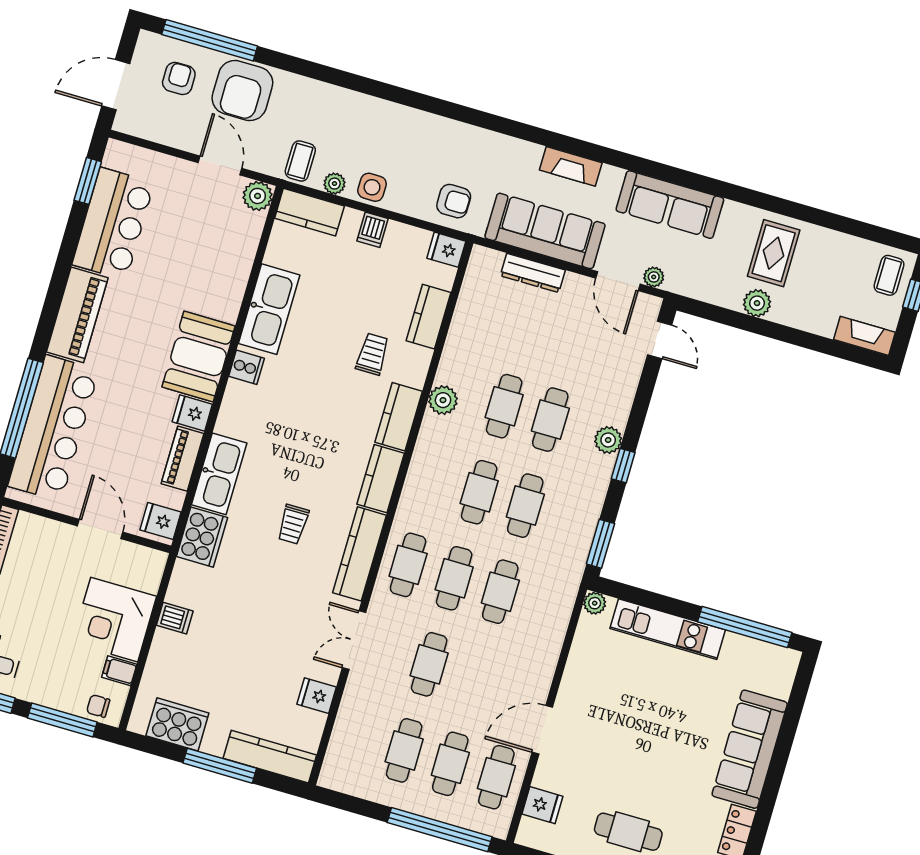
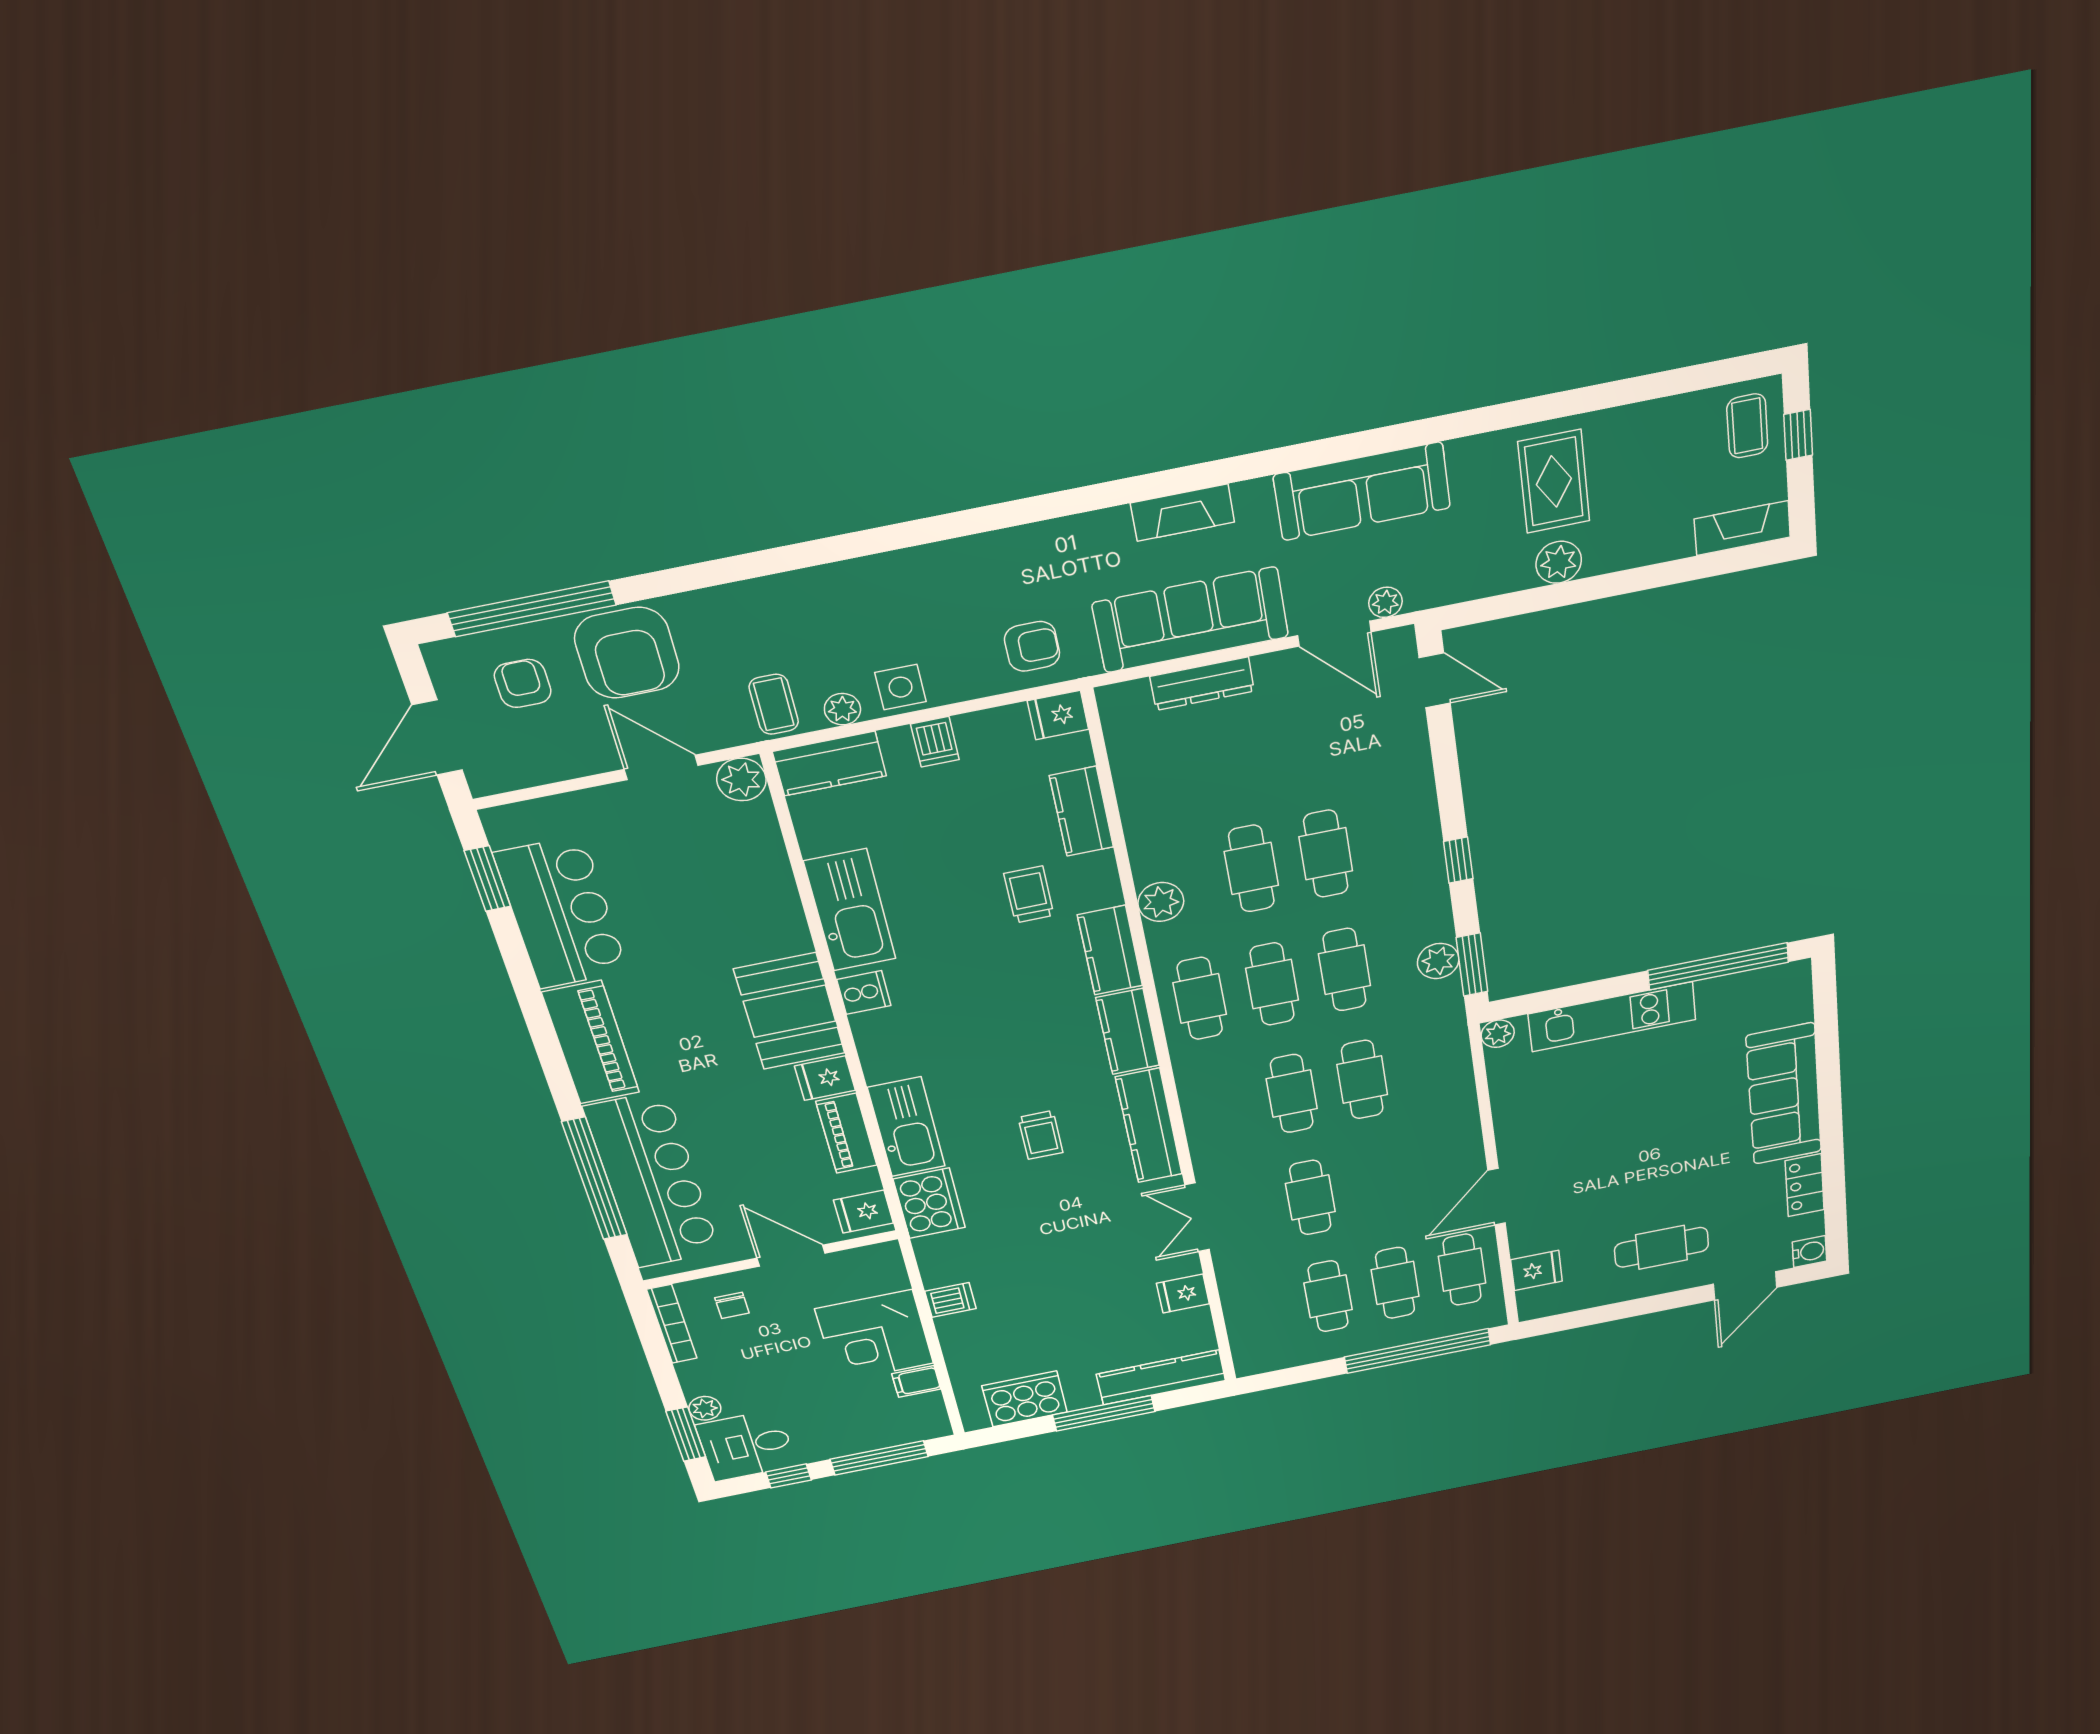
plant: (608, 440) -> (1438, 961), moved
cafe table: (408, 565) -> (1200, 998), moved
chair: (98, 706) -> (732, 1305), moved, turned -90

